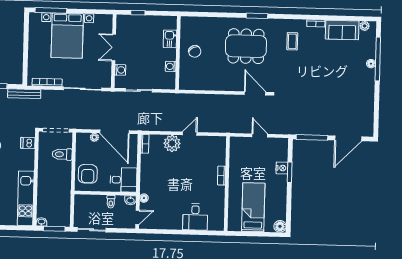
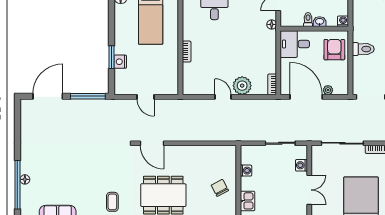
door: (190, 134) -> (223, 97), swing flipped
toilet: (62, 154) -> (363, 49), moved
washing machine: (79, 199) -> (343, 21), added
washbasin: (130, 200) -> (320, 22), moved

